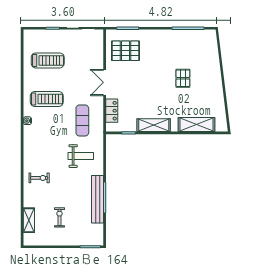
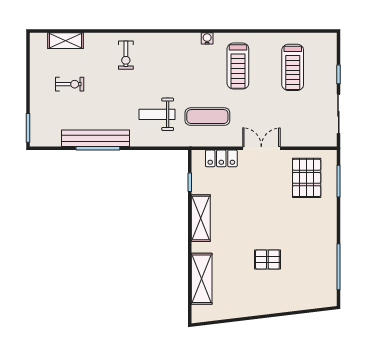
weight bench: (81, 156) -> (157, 114), turned 90

